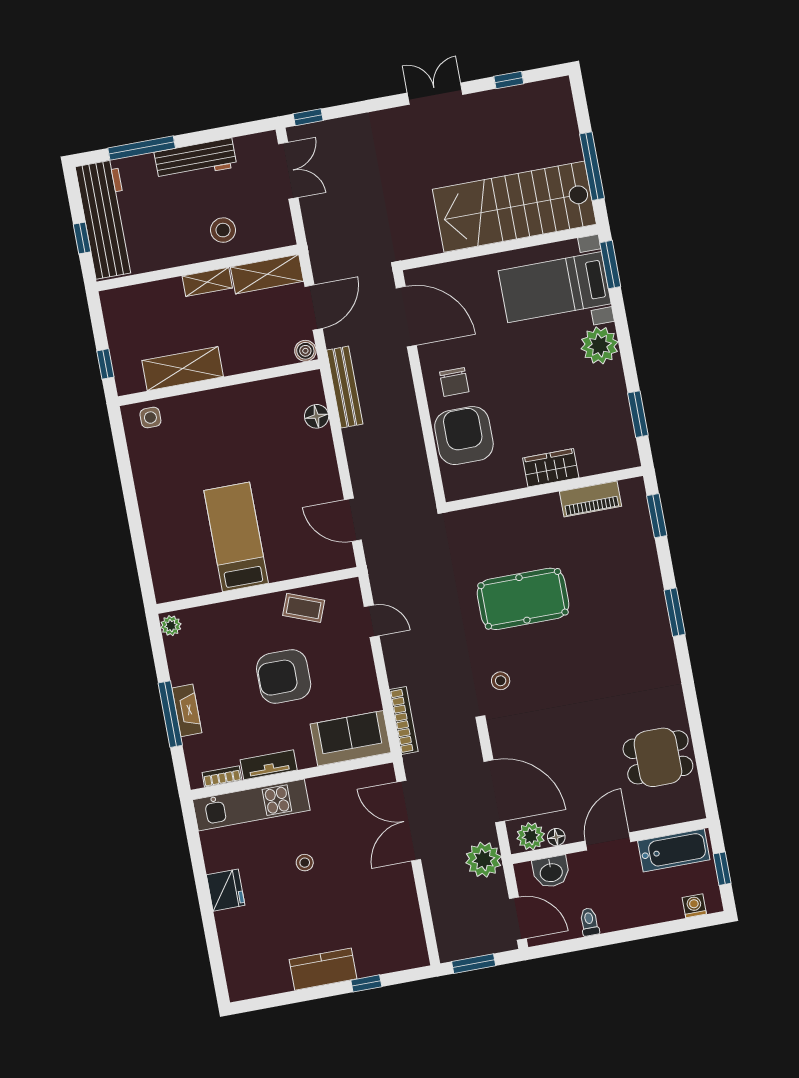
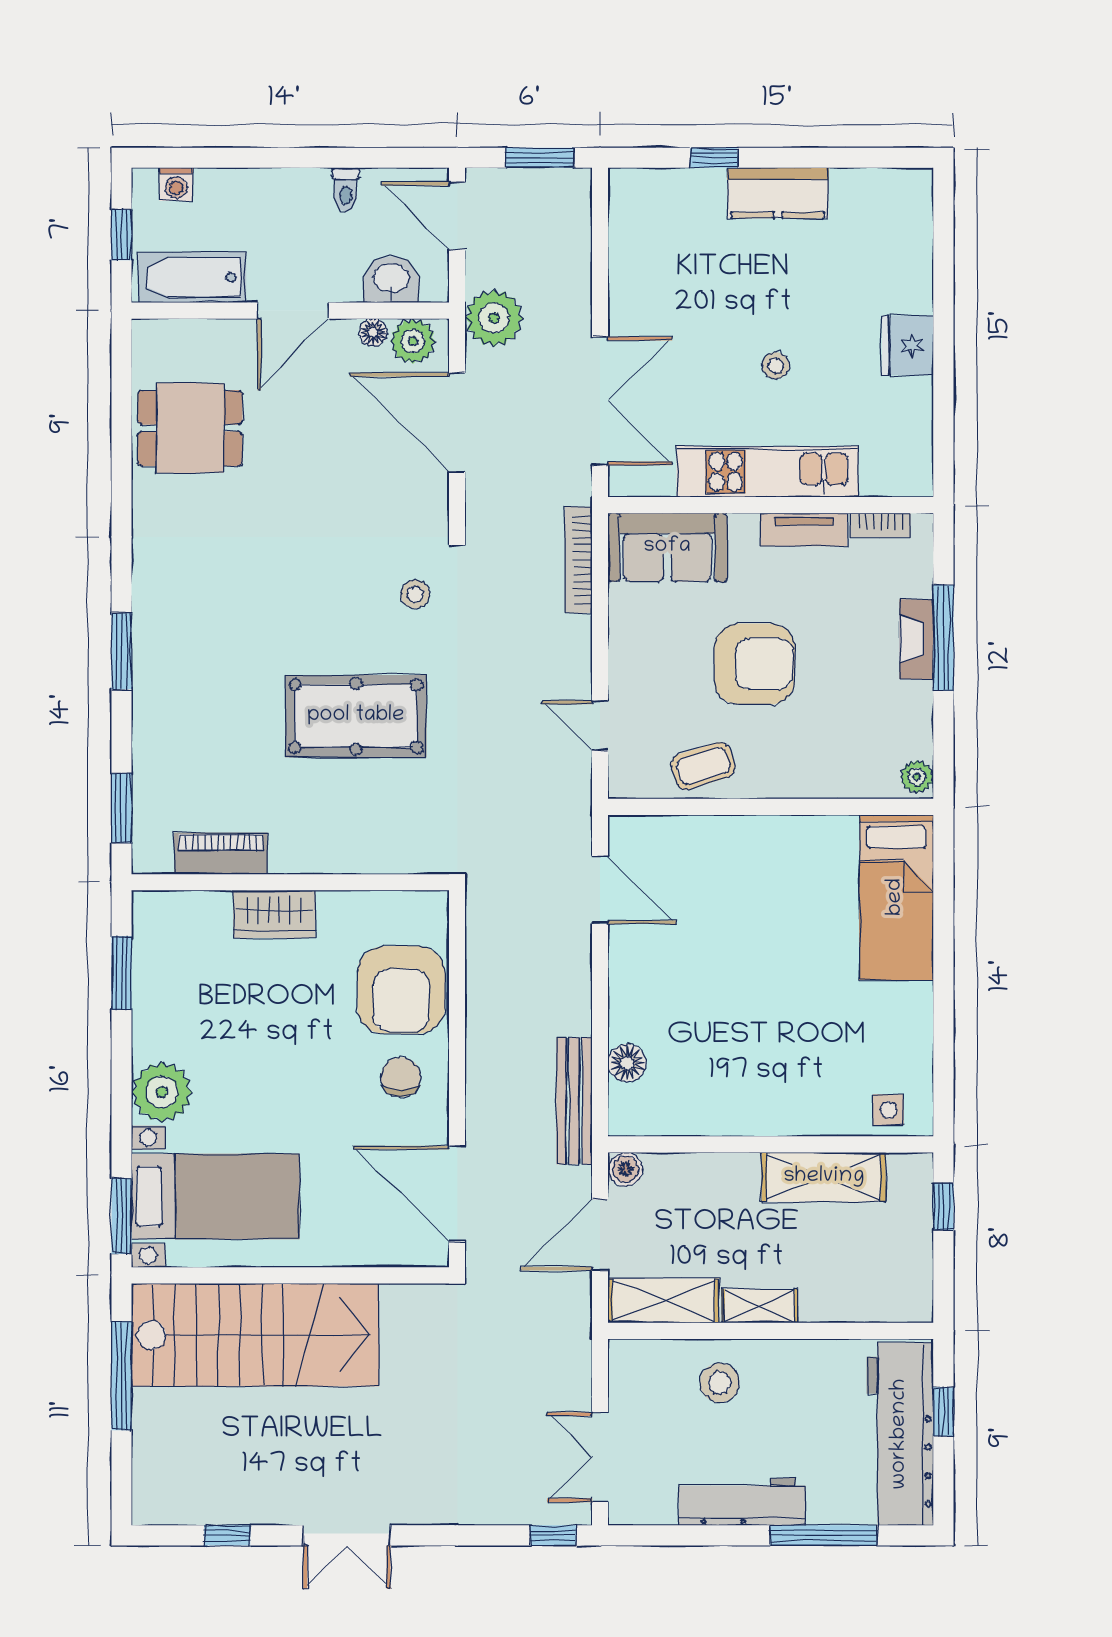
bed: (236, 537) -> (896, 897), moved
coffee table: (304, 608) -> (703, 766), turned -38
kitchen unit: (251, 805) -> (767, 472), moved

